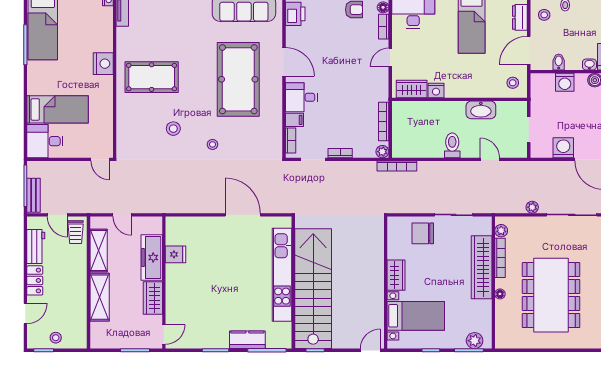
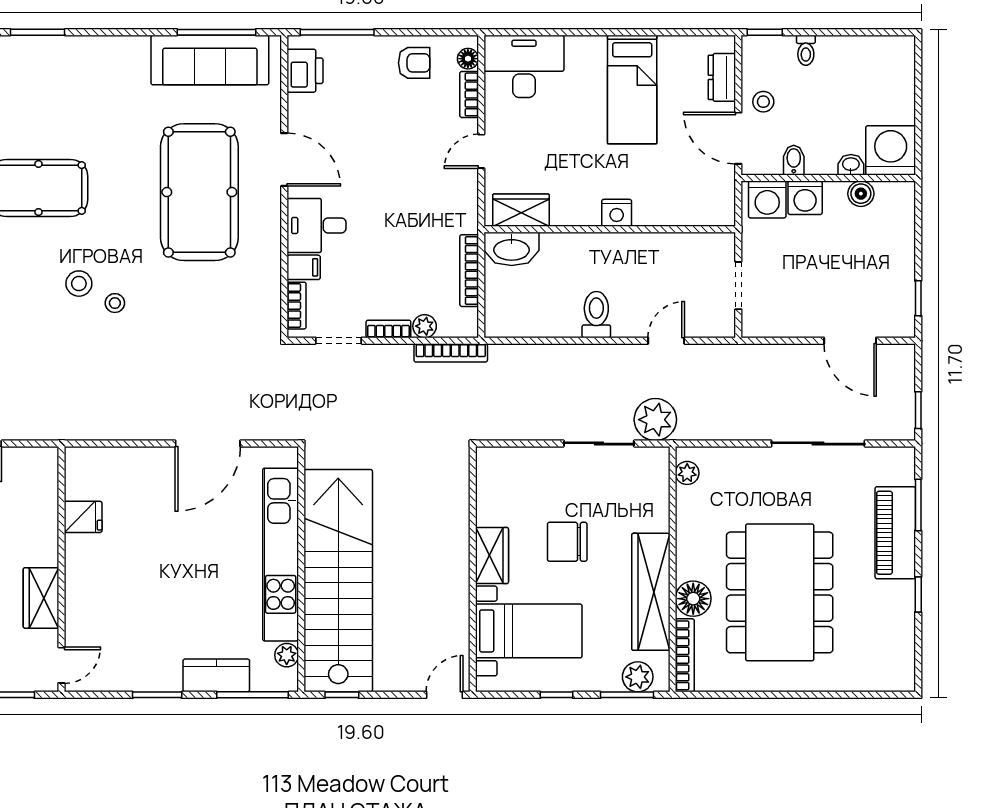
stool: (544, 15) -> (763, 102), moved
door: (529, 50) -> (738, 138), hinge flipped
stool: (513, 83) -> (709, 199), removed
nightstand: (436, 90) -> (617, 213), moved
washbasin: (481, 110) -> (512, 249), moved
stool: (212, 144) -> (115, 303), moved
washing machine: (563, 148) -> (767, 199), moved, turned 180
plant: (382, 152) -> (425, 326), moved
door: (490, 159) -> (666, 341), hinge flipped
bookcase: (397, 166) -> (451, 353), moved
plant: (532, 207) -> (655, 420), moved, width x1.88, depth x1.88
door: (243, 215) -> (208, 443), swing flipped
chair: (423, 233) -> (567, 542), moved
freezer: (152, 258) -> (39, 523), removed
bookcase: (500, 258) -> (685, 655), moved
wardrobe: (482, 267) -> (651, 592), moved
floor lamp: (500, 294) -> (693, 599), width x1.89, depth x1.89
plant: (285, 329) -> (287, 655), added

